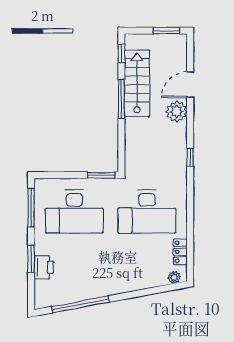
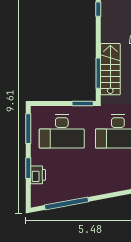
stairs: (137, 83) -> (110, 69), moved
window: (121, 99) -> (98, 73), moved

